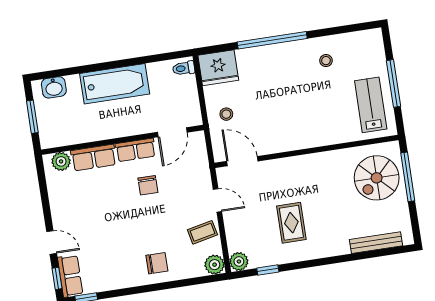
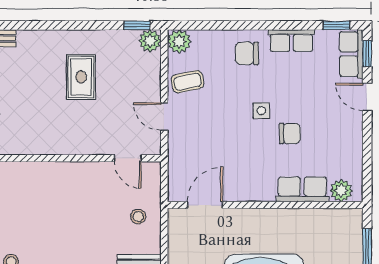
row of seats: (135, 150) -> (291, 41), moved, turned 180
door: (242, 161) -> (128, 158), width x0.73
chair: (148, 185) -> (290, 134), moved, turned 90
side table: (138, 218) -> (261, 111), added
window: (268, 270) -> (137, 25), moved

